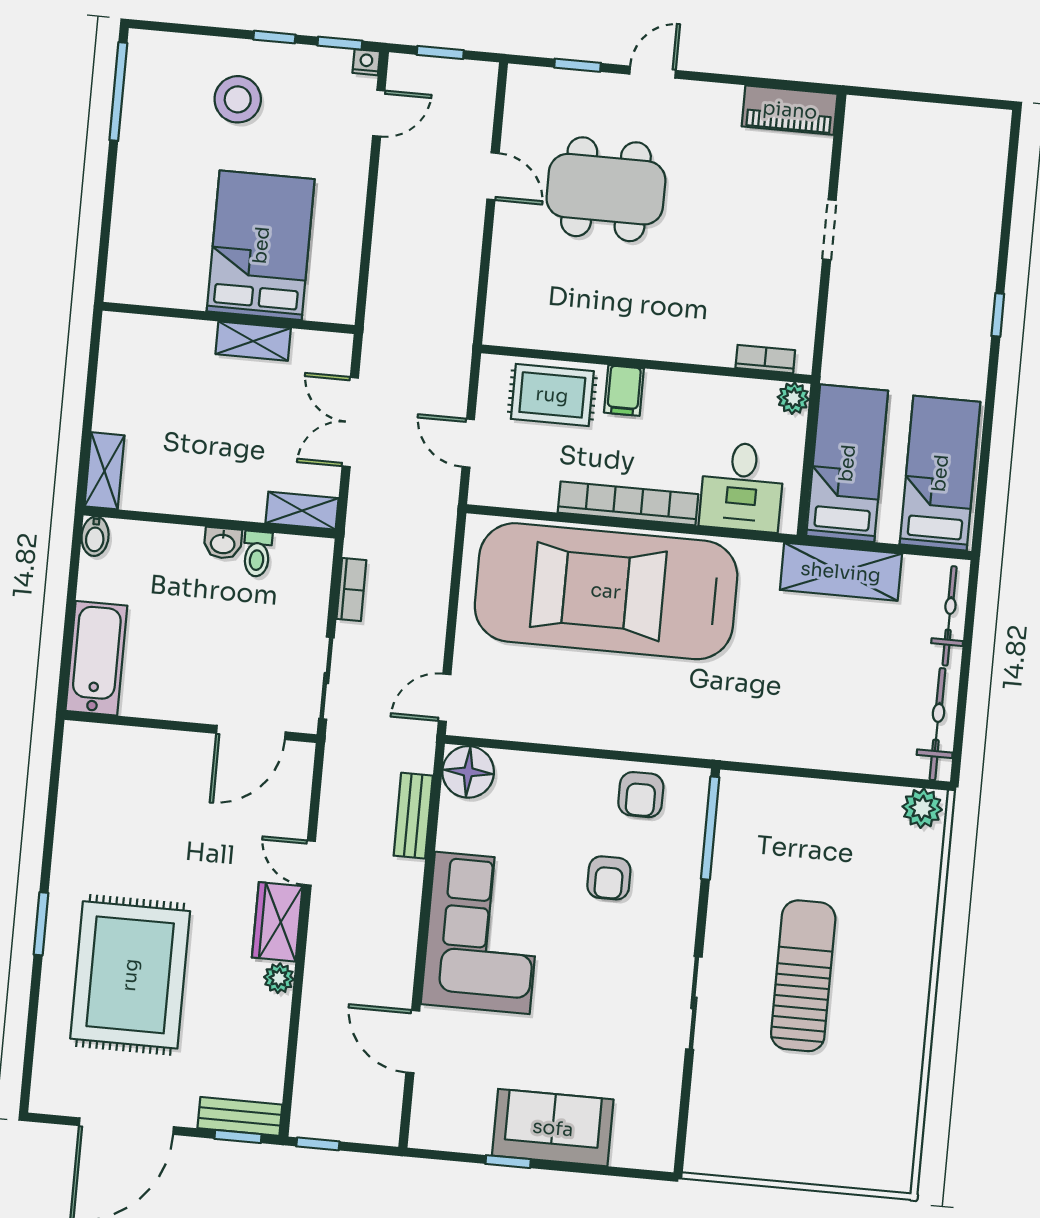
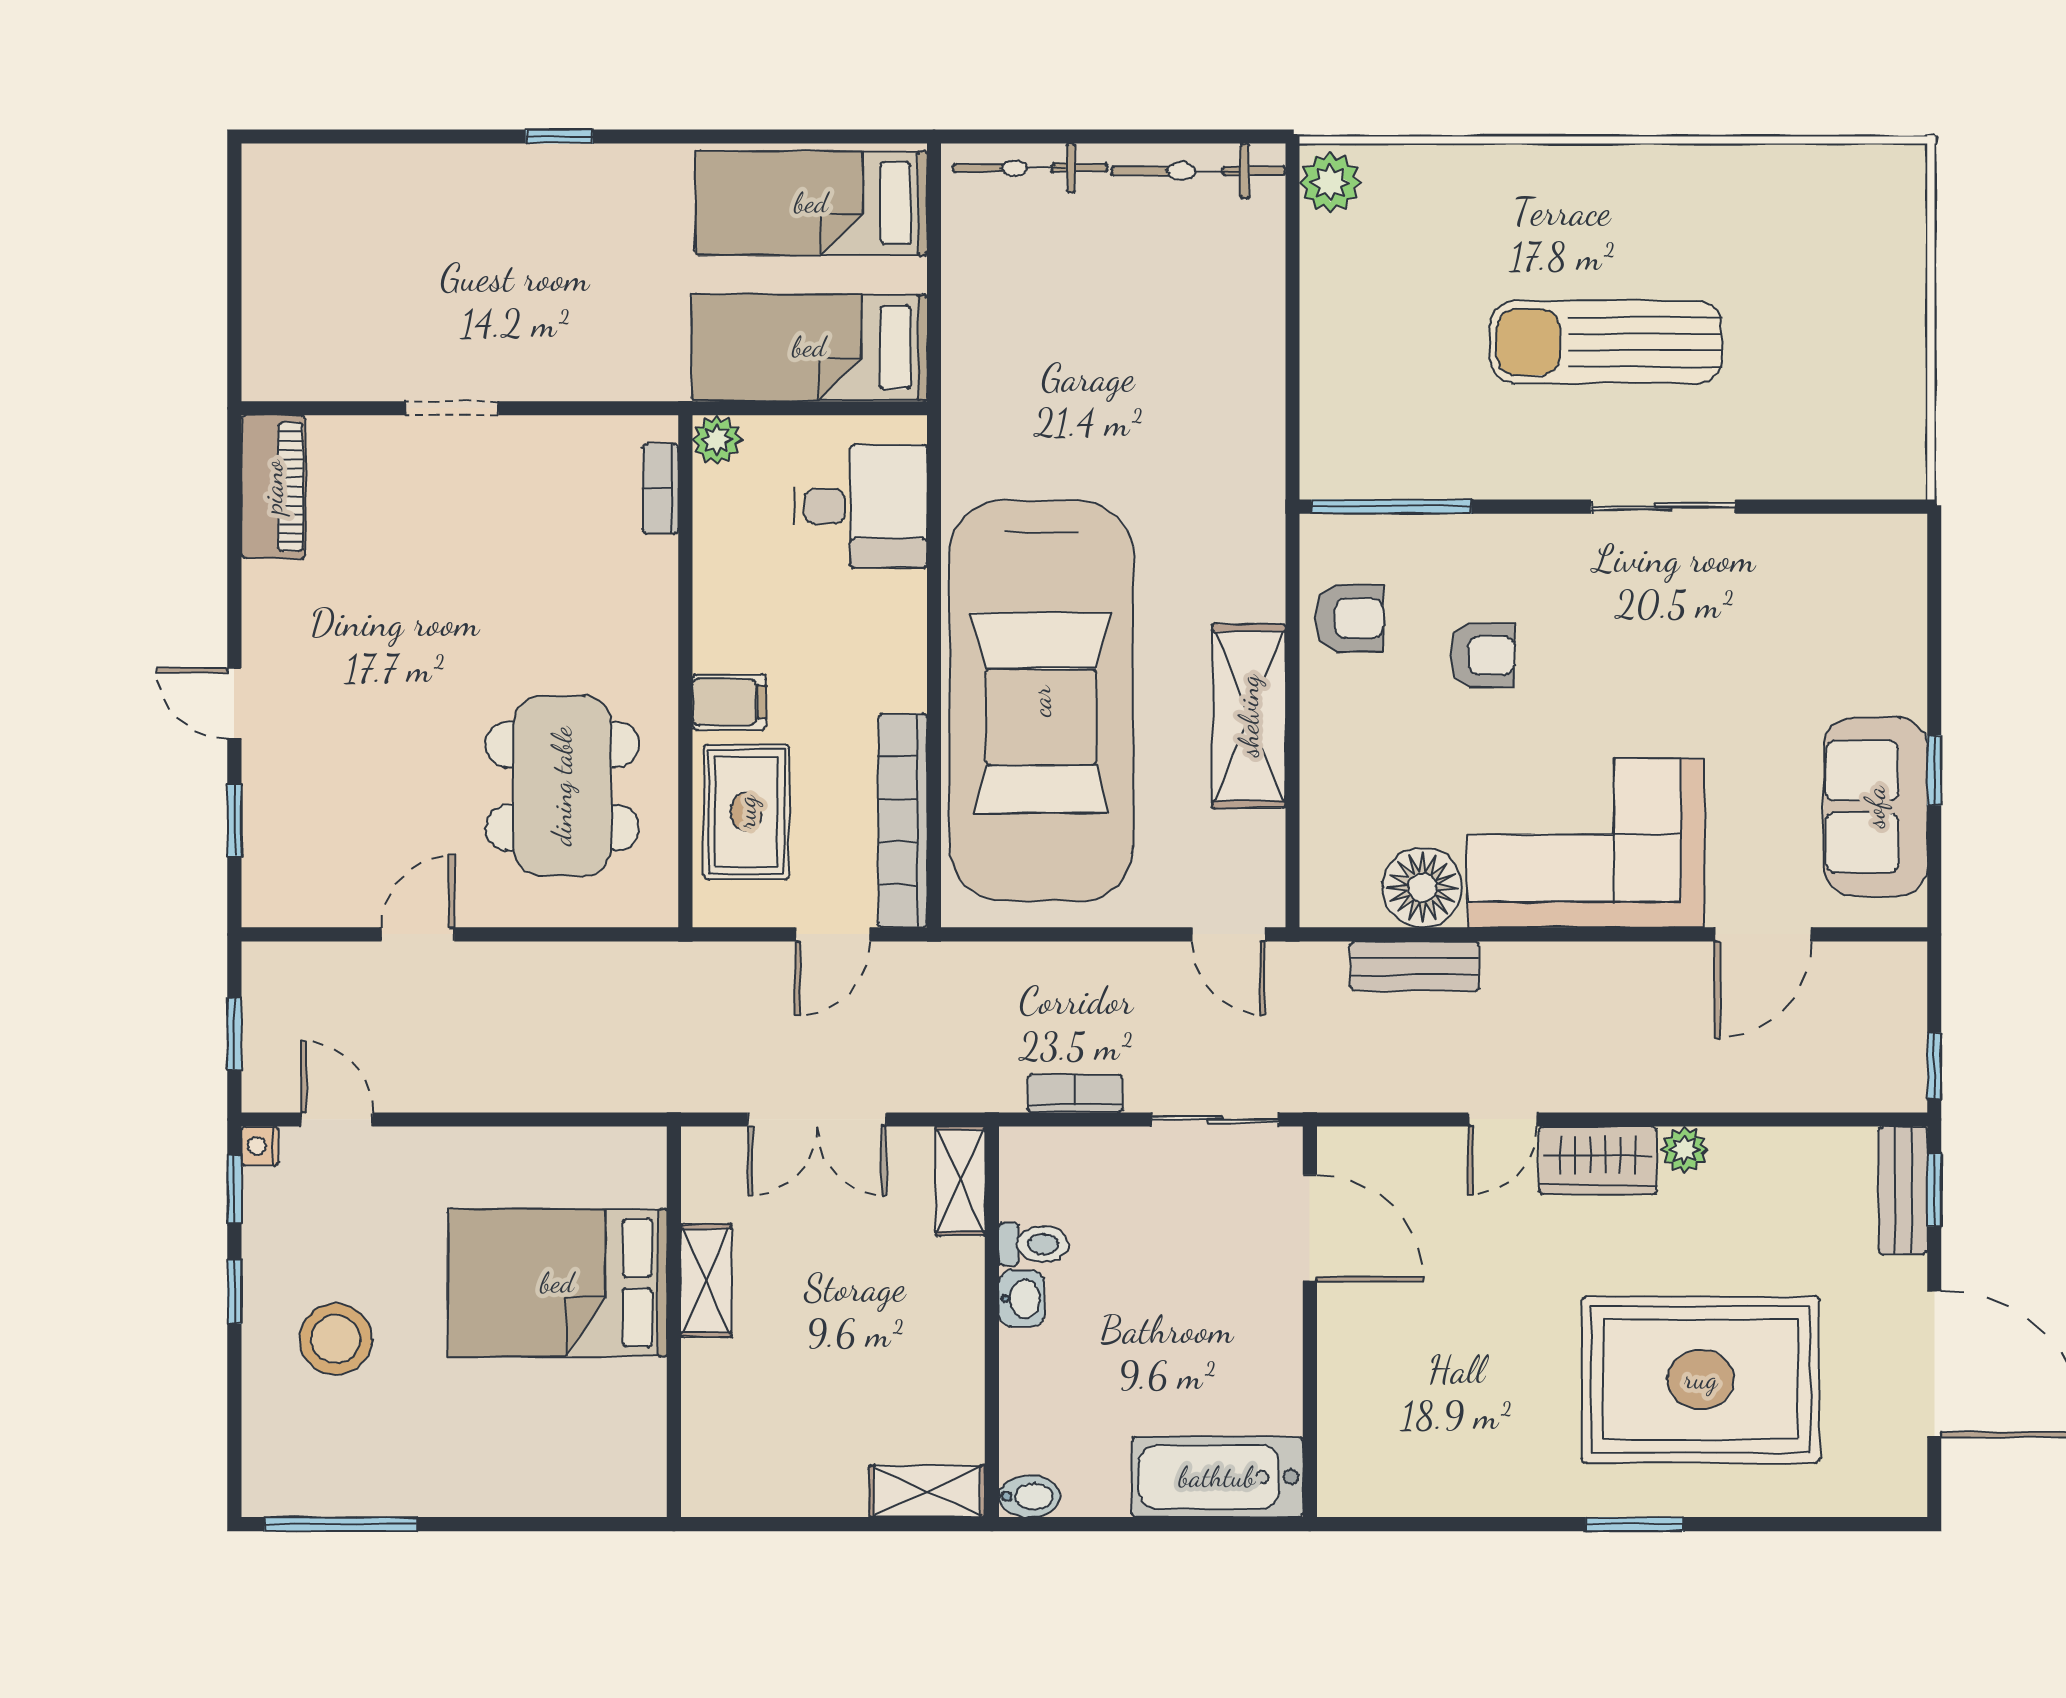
dining table: (606, 189) -> (562, 786), moved
bookcase: (628, 503) -> (903, 820), moved
shelving: (841, 572) -> (1249, 716), moved
floor lamp: (468, 772) -> (1422, 888), moved
sofa: (553, 1128) -> (1875, 807), moved

